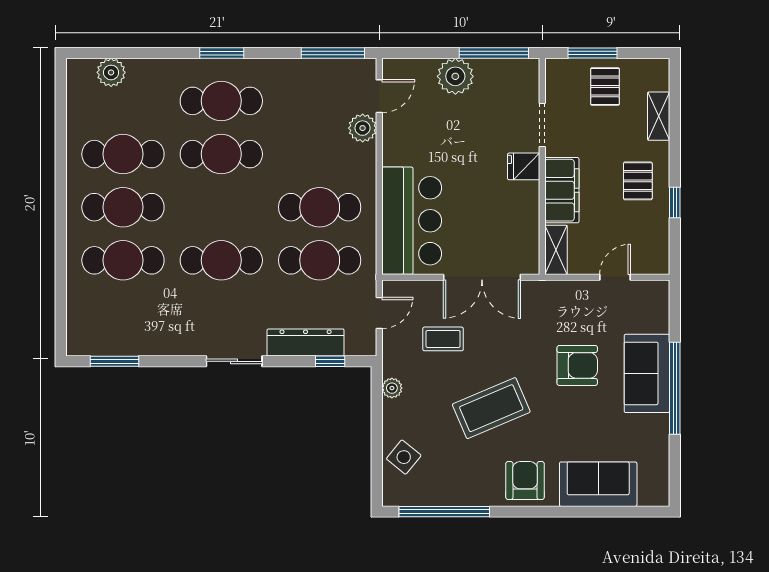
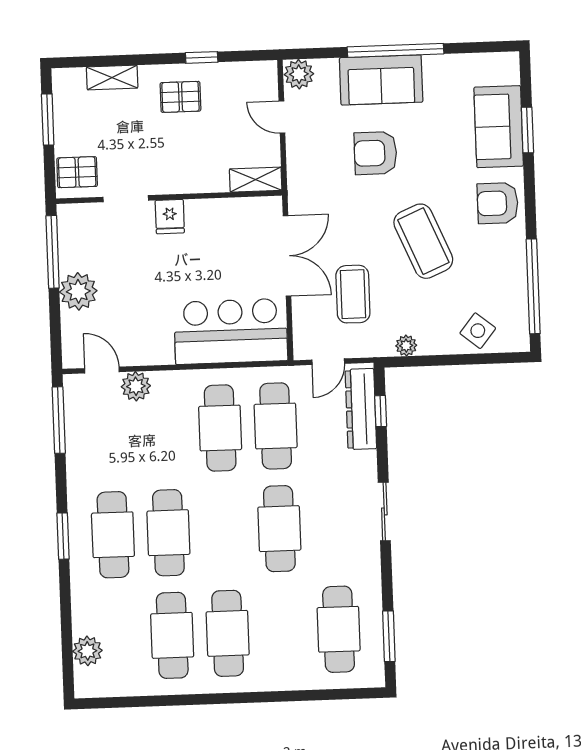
window: (593, 53) -> (48, 120), moved
pallet: (605, 86) -> (77, 172), moved
filing cabinet: (562, 190) -> (193, 176), removed
cafe table: (123, 260) -> (339, 629), moved
plant: (655, 295) -> (299, 74), added
door: (379, 313) -> (328, 362), swing flipped
coffee table: (443, 339) -> (353, 294), width x1.36, depth x1.30
dresser: (306, 343) -> (361, 409), moved
armchair: (577, 365) -> (375, 153), turned -90
window: (594, 512) -> (527, 130), added

